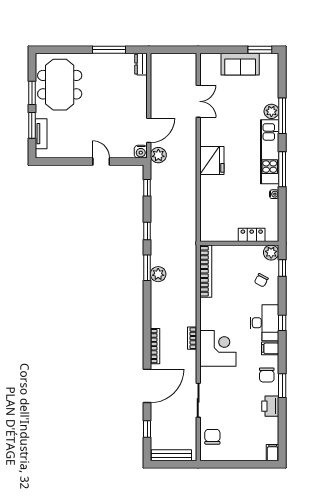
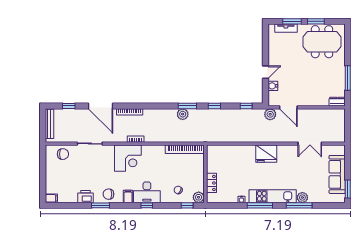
sofa: (240, 64) -> (337, 174), width x1.36
water cooler: (141, 152) -> (273, 86), moved

